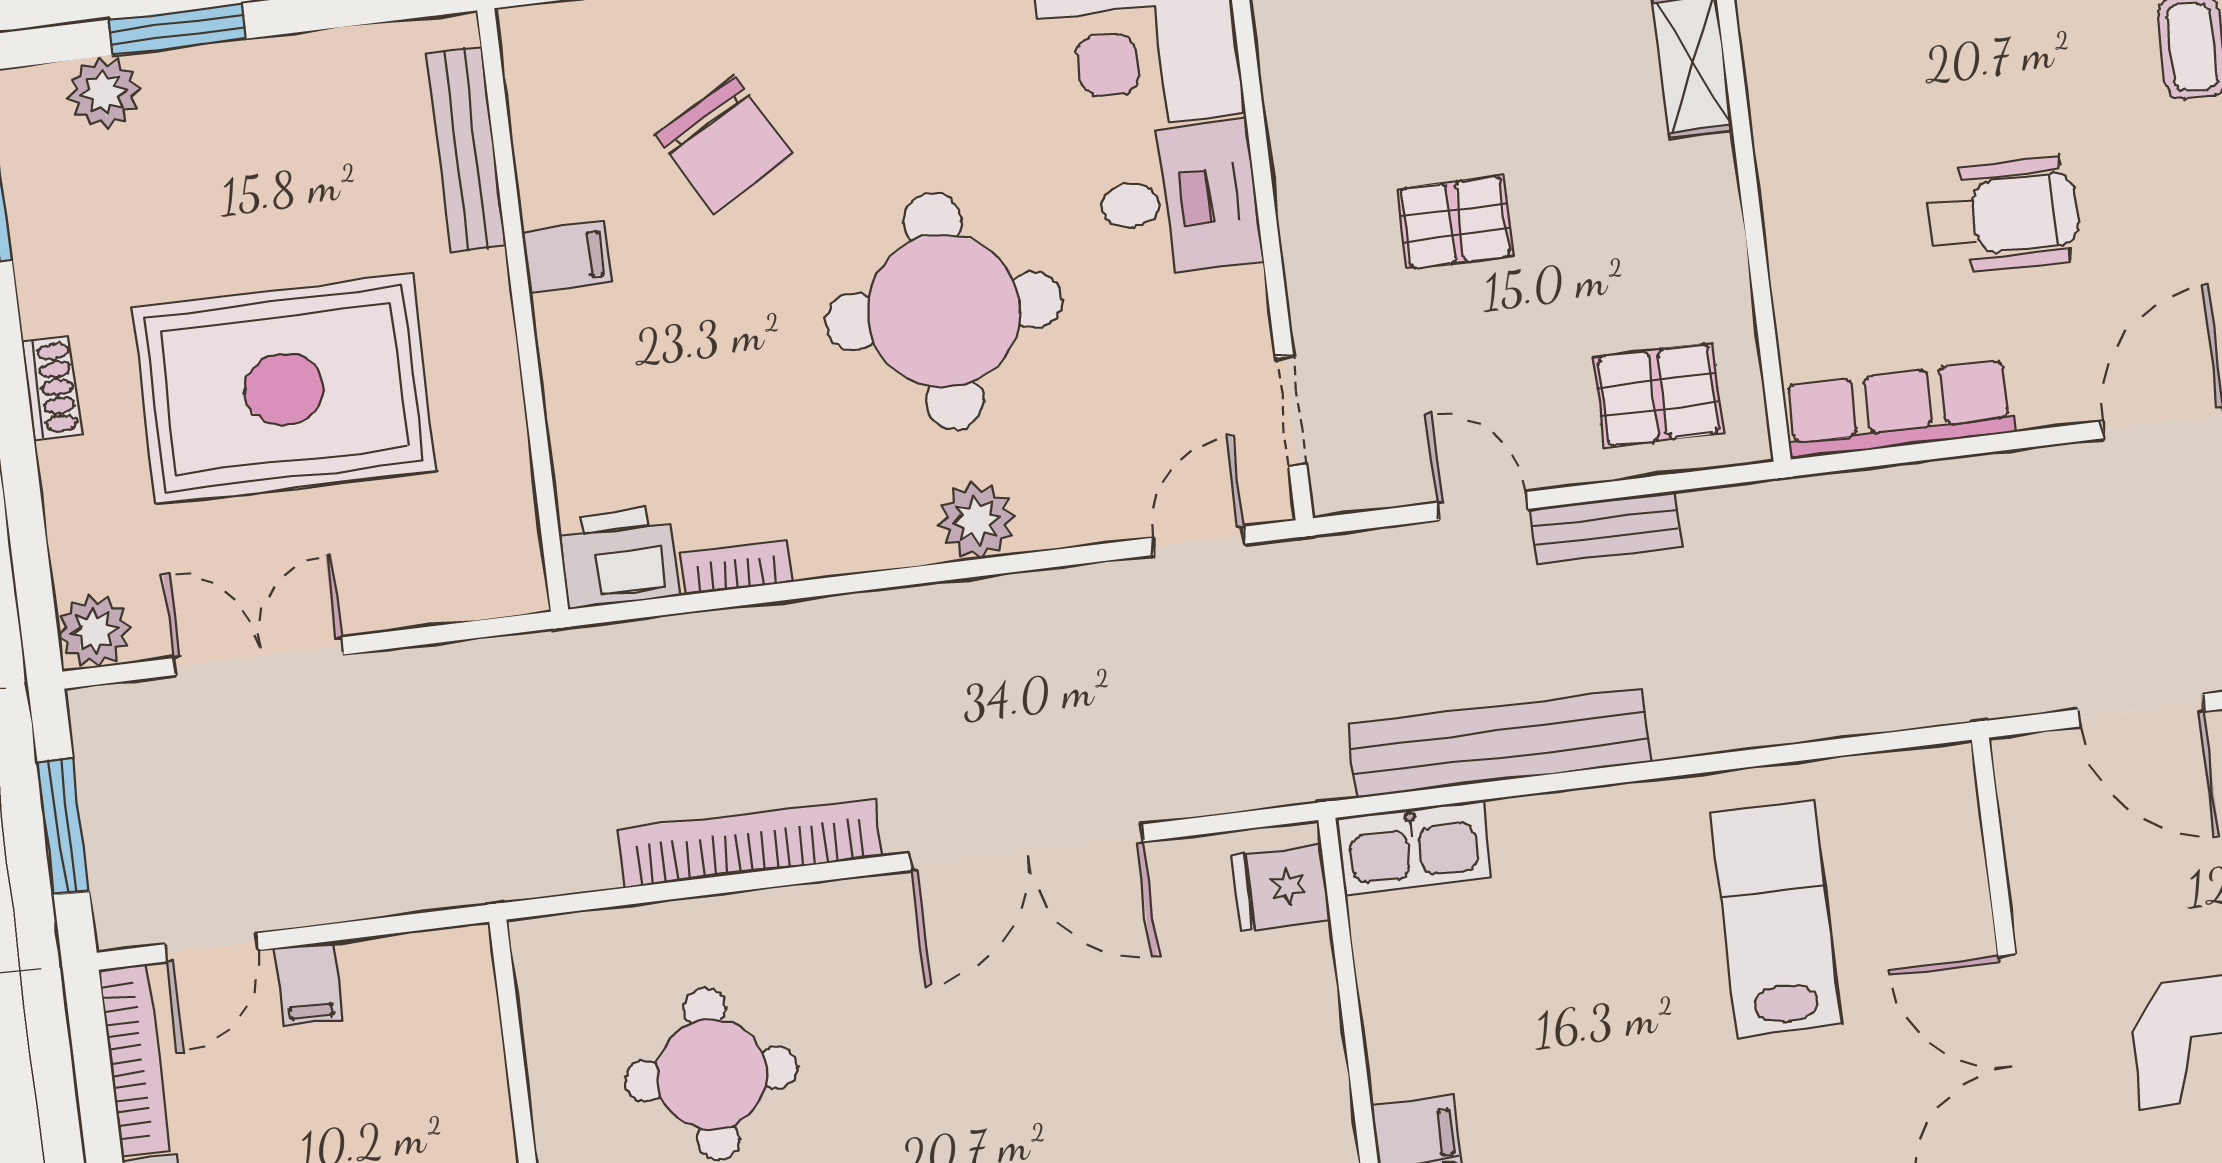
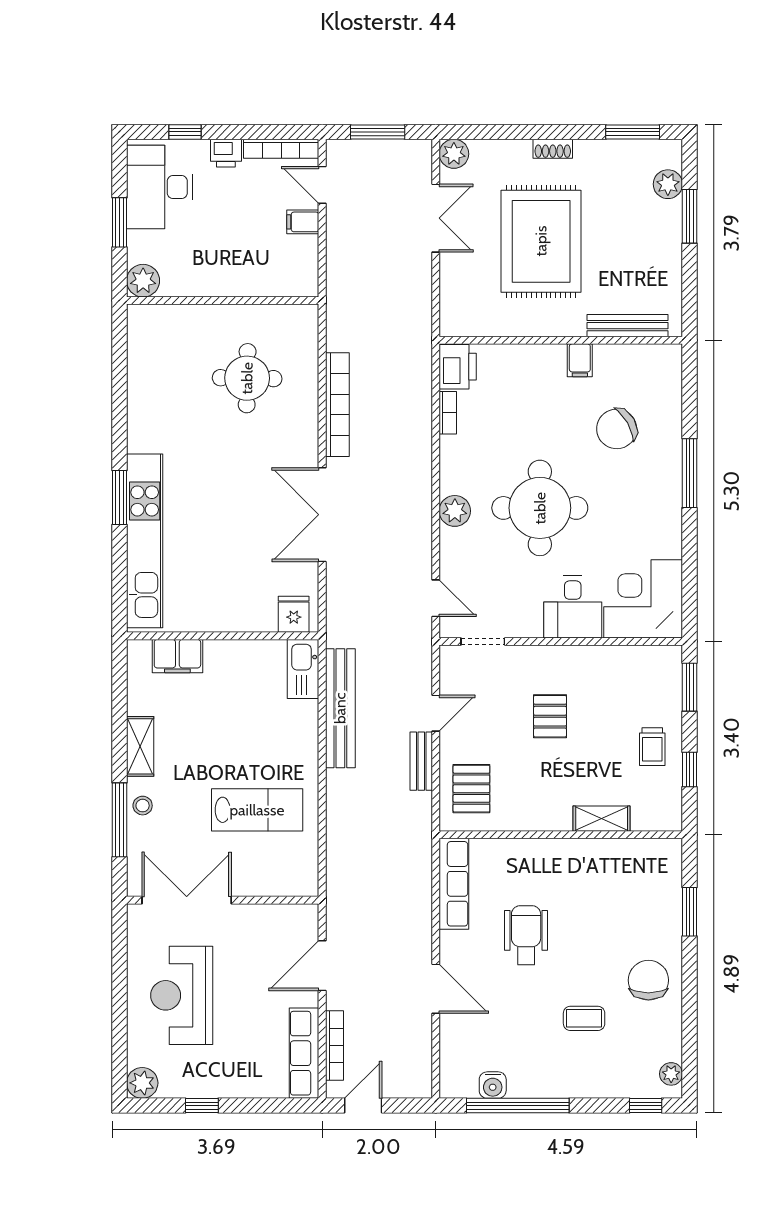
wheelchair: (2004, 215) -> (526, 935), turned 180

